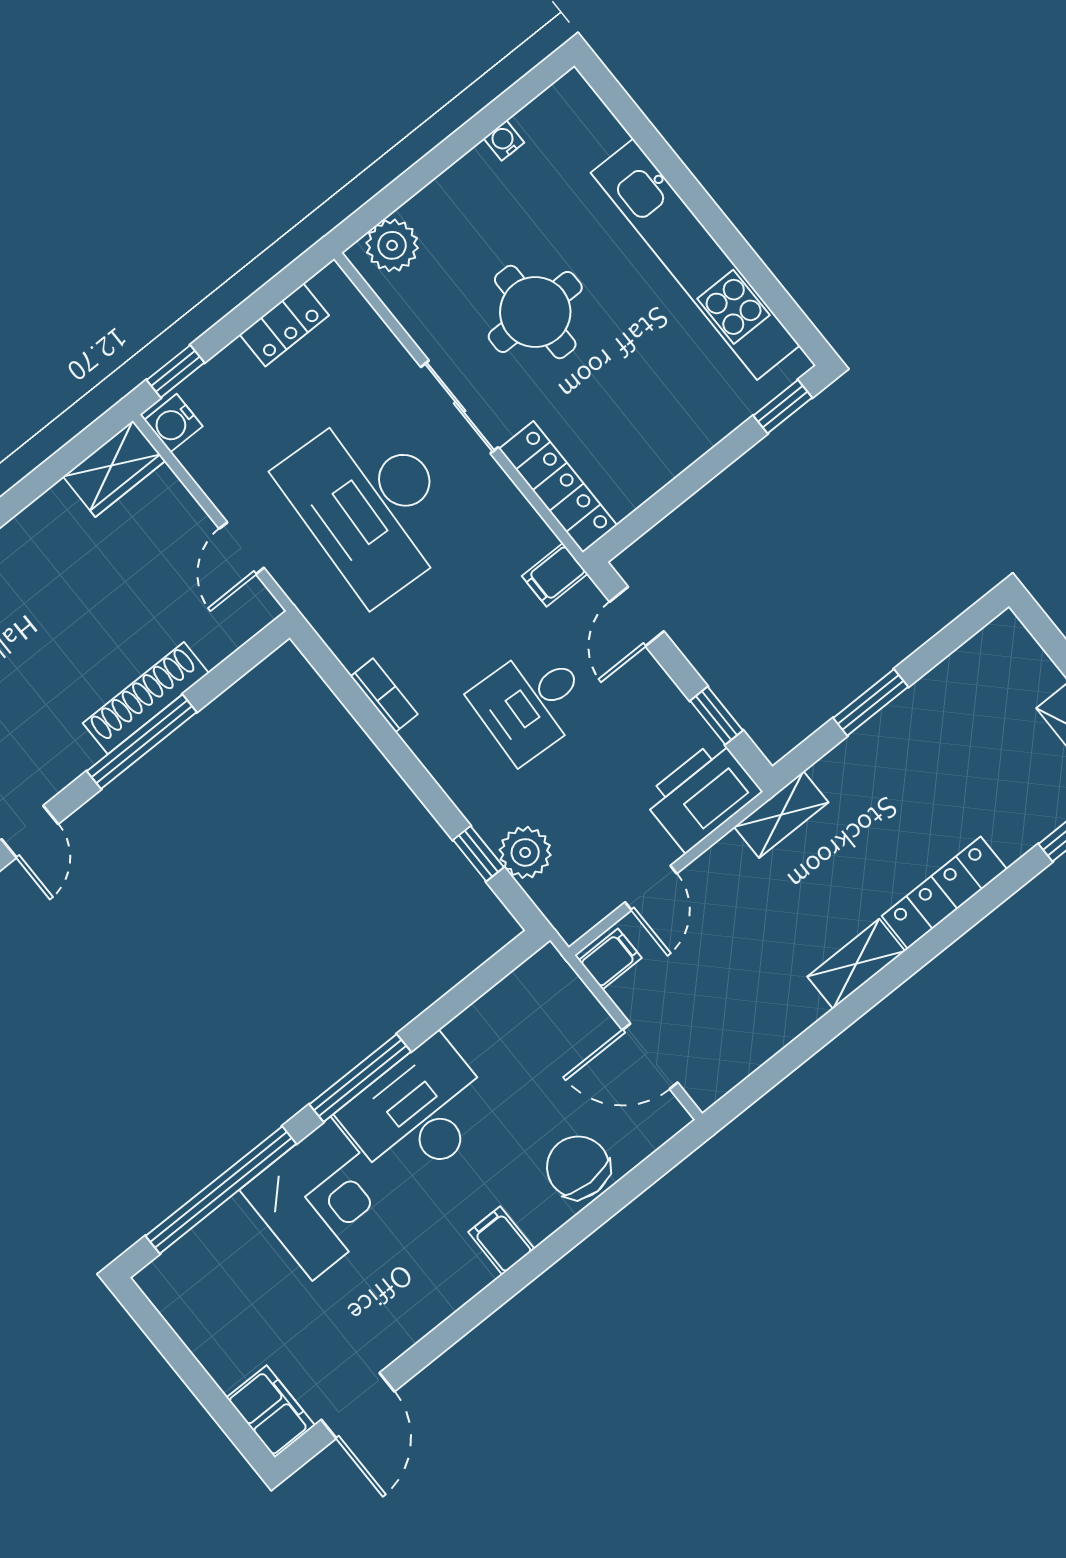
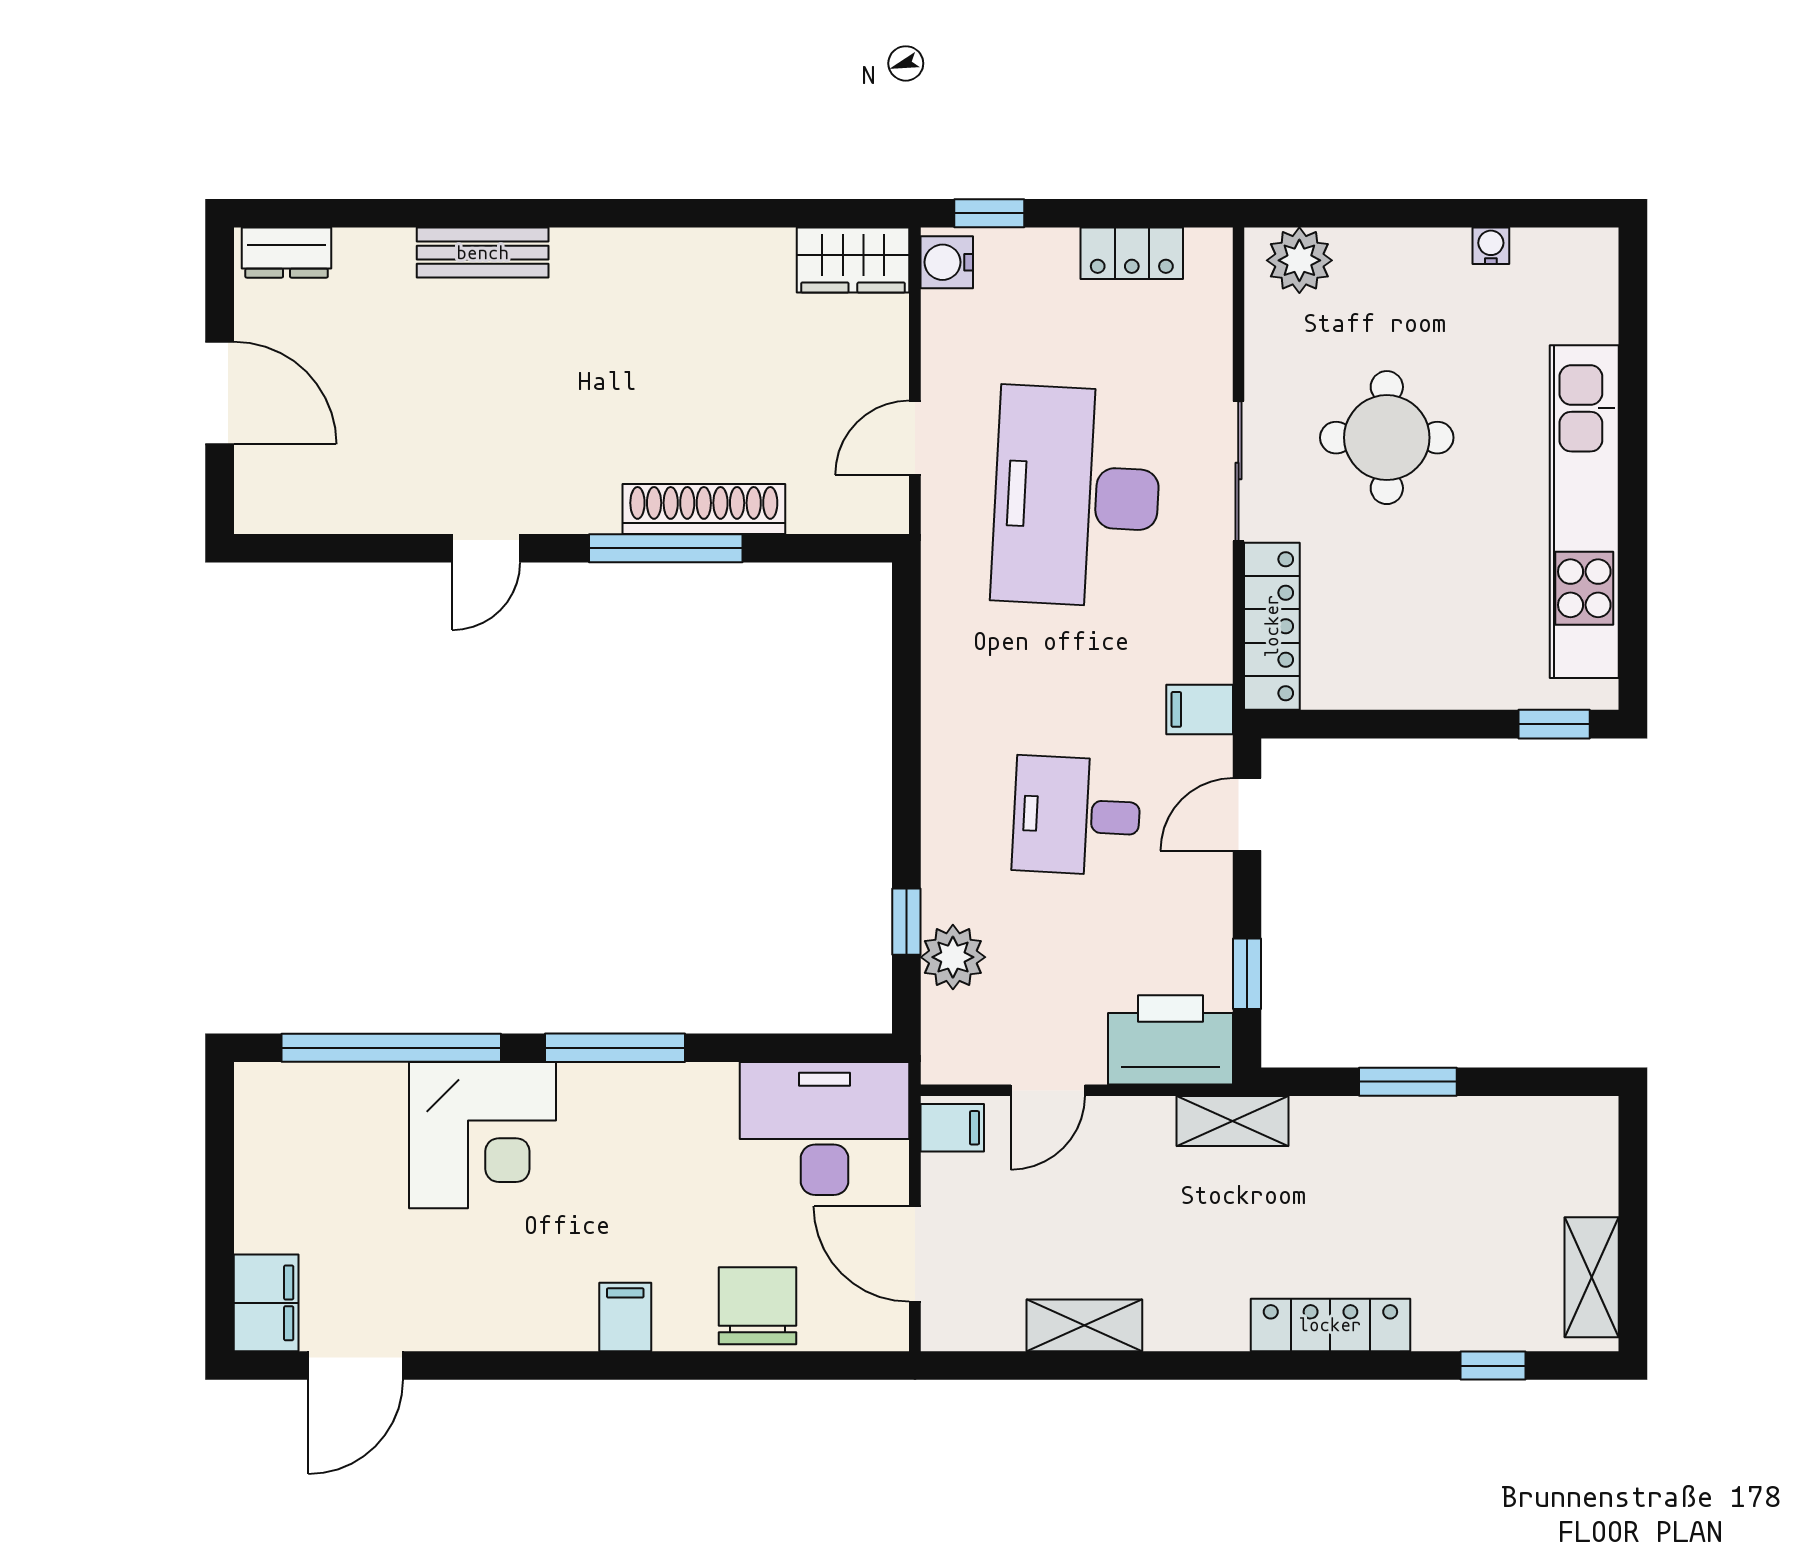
bookcase: (384, 695) -> (939, 693), removed
shelving: (856, 964) -> (1084, 1325), moved
desk: (419, 1113) -> (824, 1128), moved

